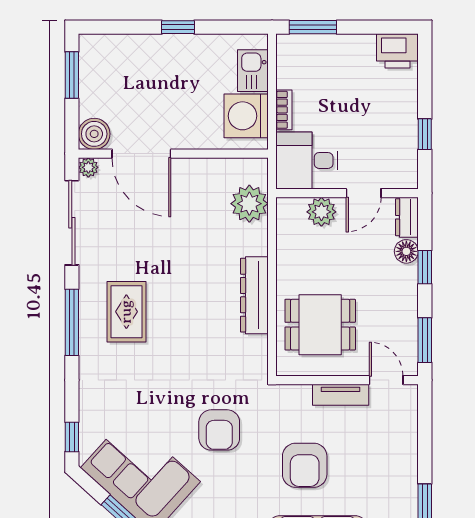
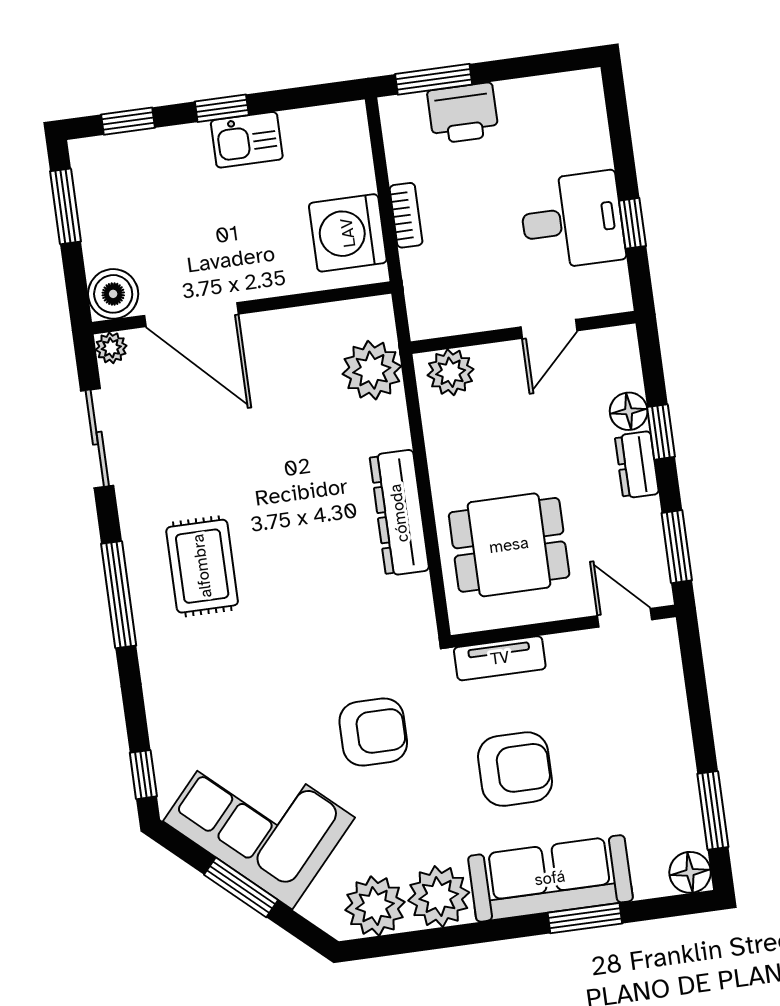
window: (118, 27) -> (128, 121), added
printer: (397, 51) -> (463, 113), moved
kitchen sink: (253, 71) -> (247, 140), moved, turned -90
desk: (307, 160) -> (572, 221), moved, turned 180
plant: (321, 212) -> (451, 372), moved
dresser: (407, 217) -> (637, 465), moved
sliding door: (72, 223) -> (97, 438), width x0.73
tv unit: (341, 395) -> (500, 658), moved
armchair: (219, 430) -> (373, 732), turned -90
armchair: (305, 465) -> (515, 769), turned -90

